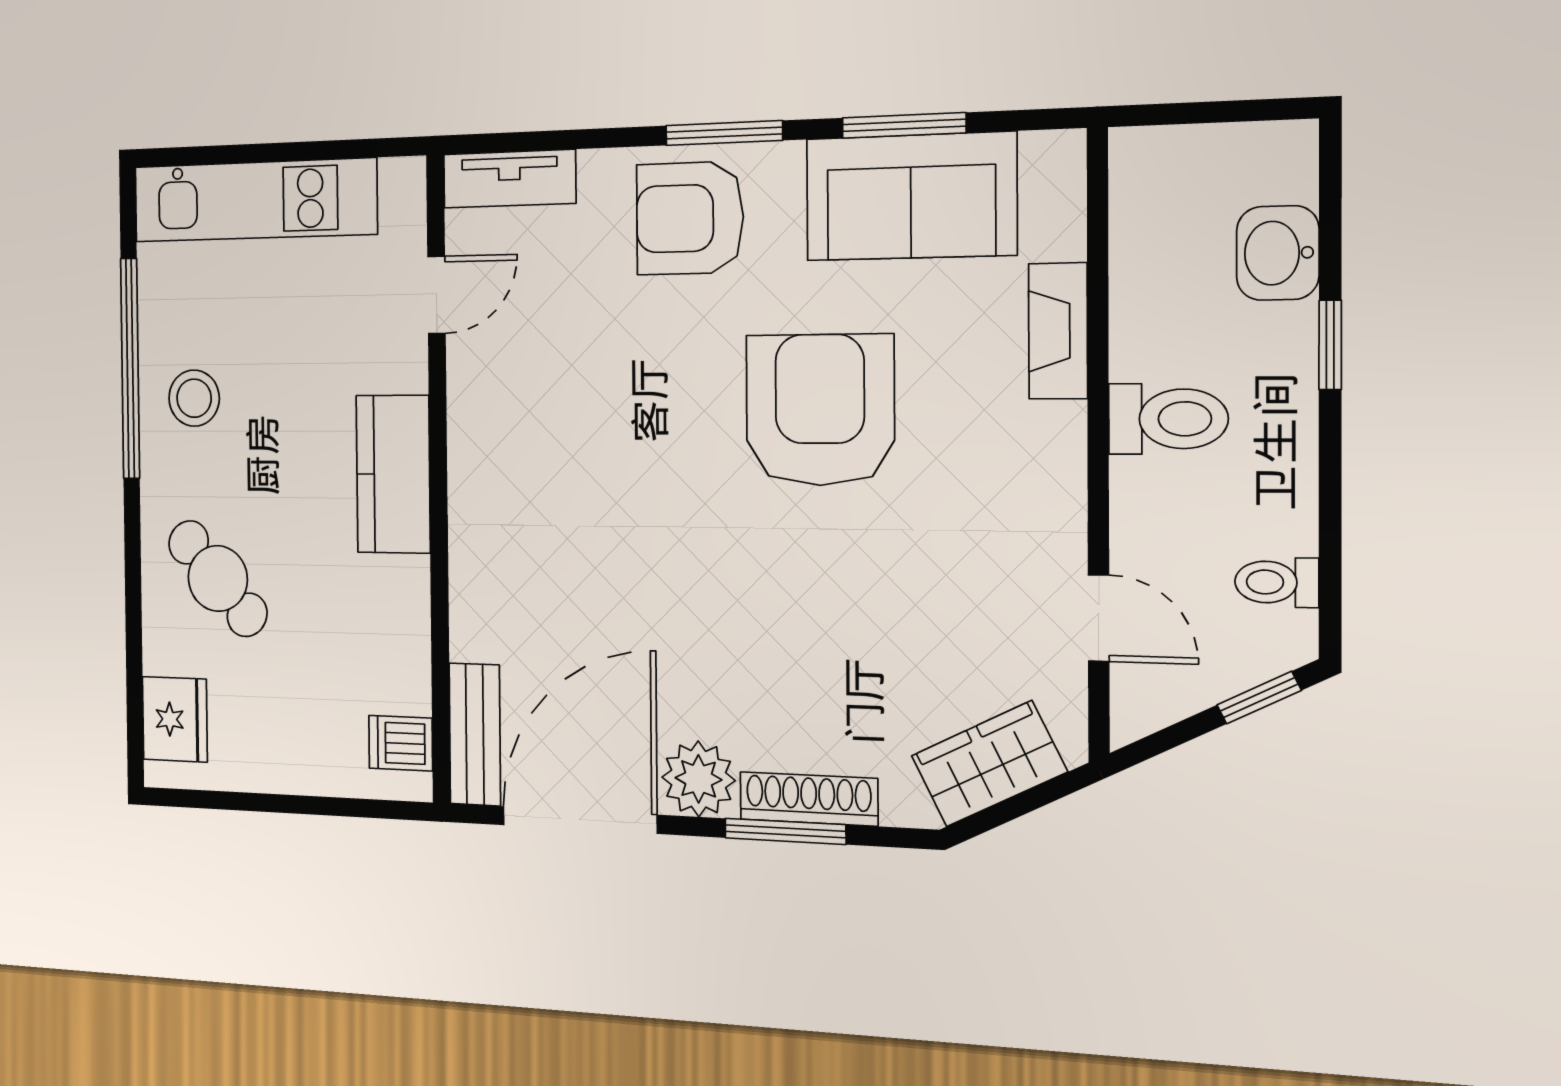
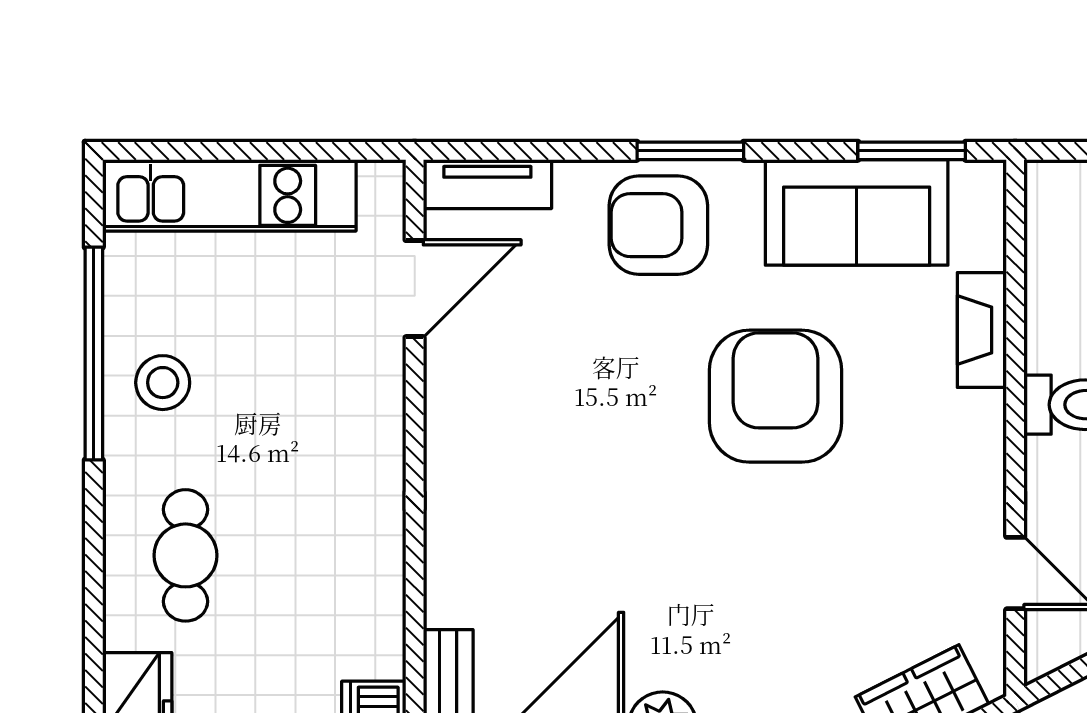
window: (904, 125) -> (912, 151), moved
door: (436, 295) -> (415, 289), width x1.37
kitchen counter: (393, 474) -> (369, 455), removed
cafe table: (218, 578) -> (185, 555), turned 42

